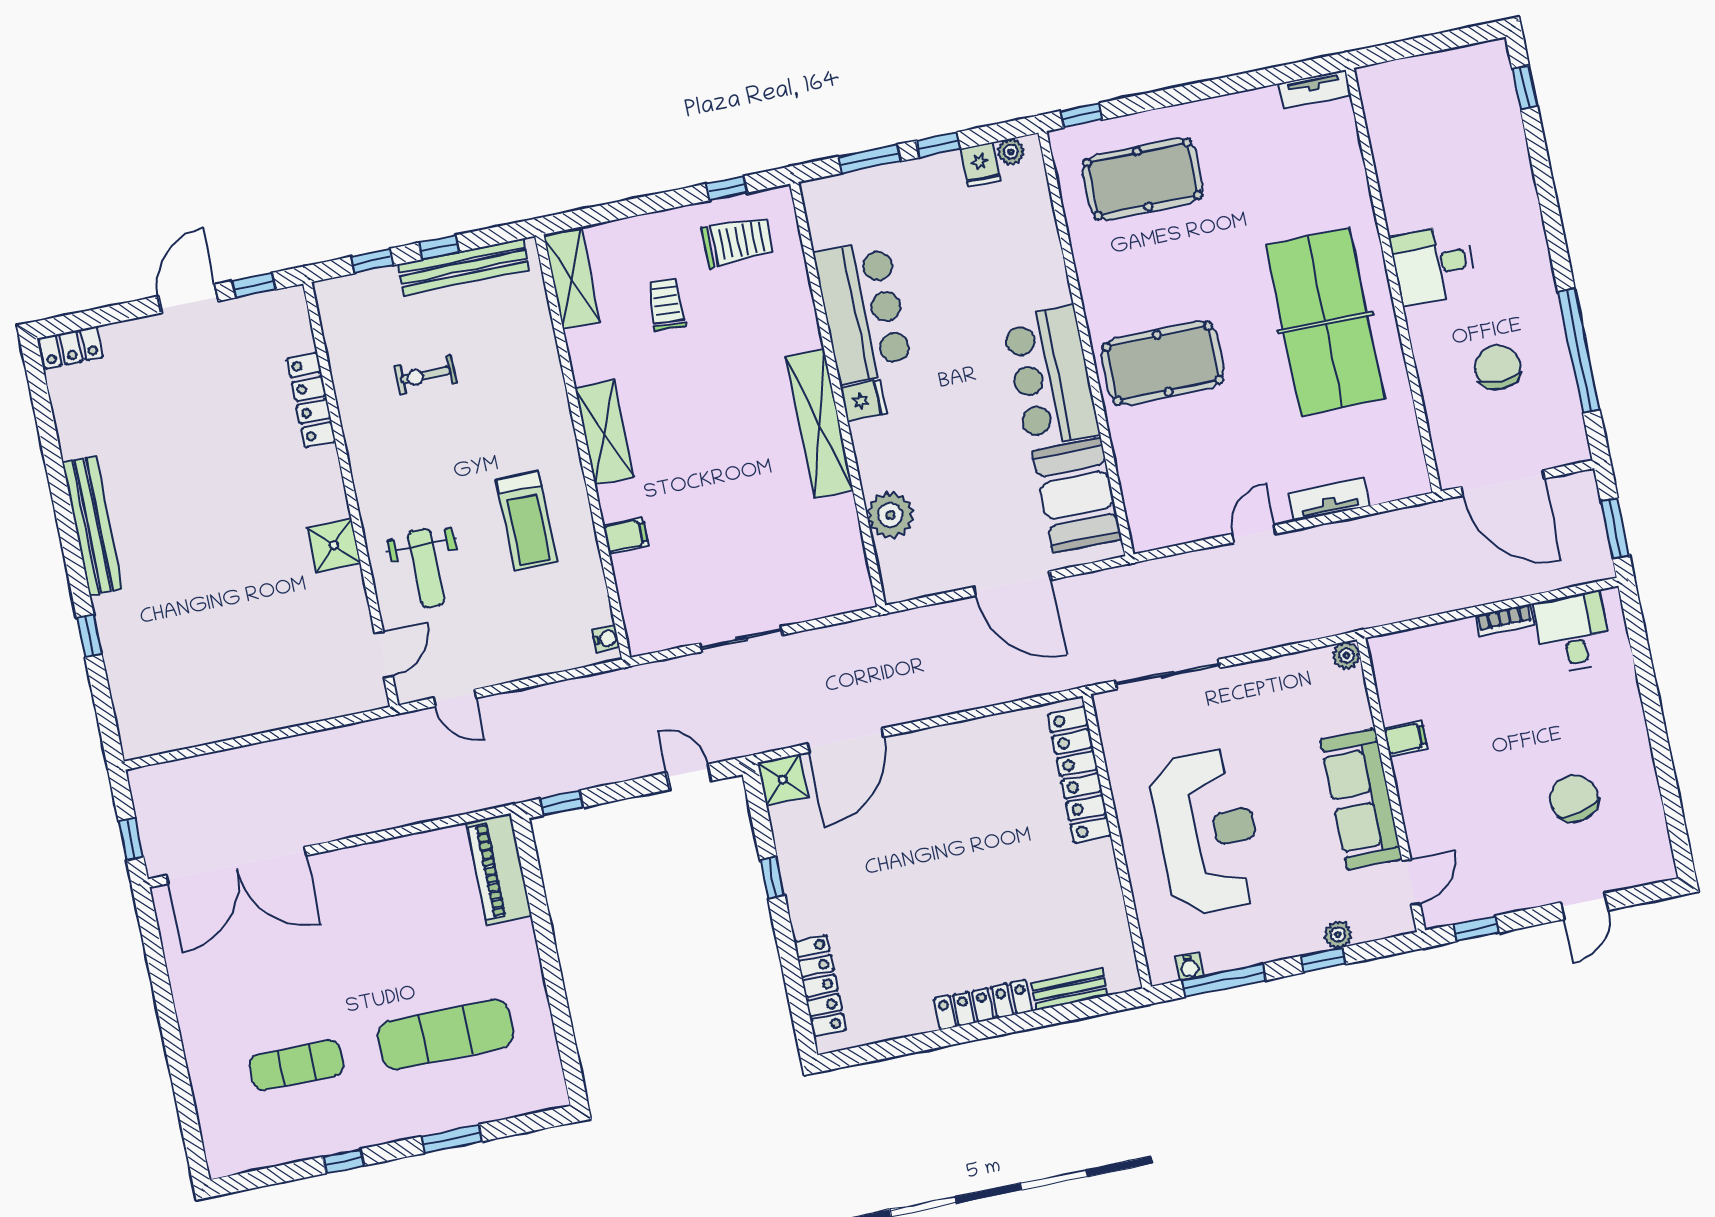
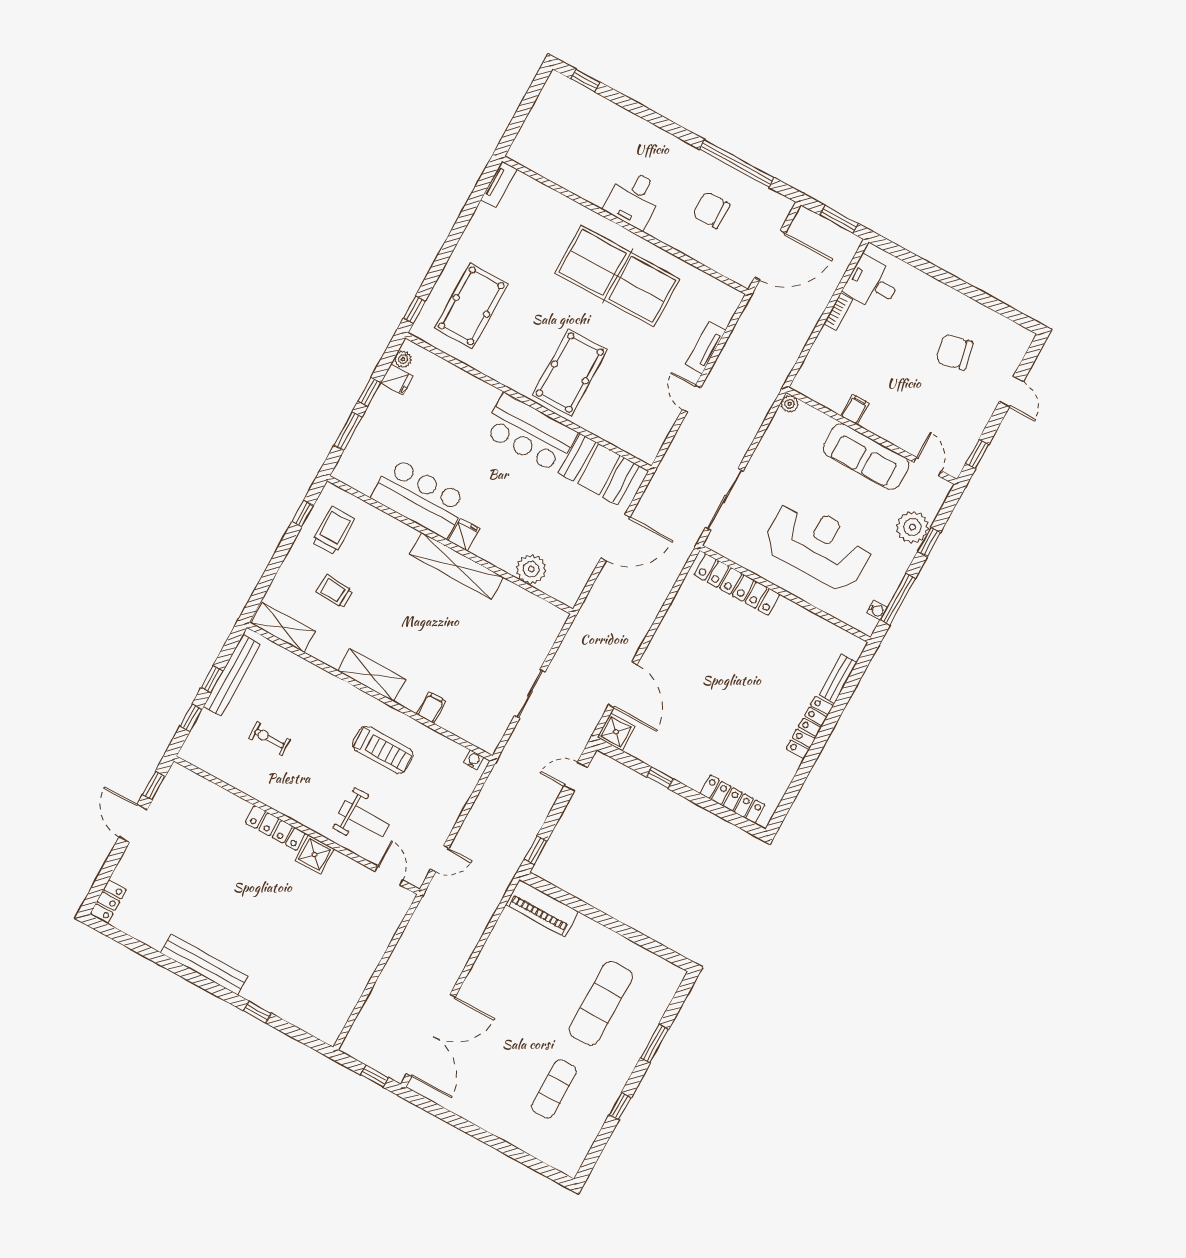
exercise bike: (426, 375) -> (269, 739), turned 90
locker: (311, 400) -> (276, 828), moved
plant: (1338, 935) -> (912, 527), width x1.88, depth x1.88

